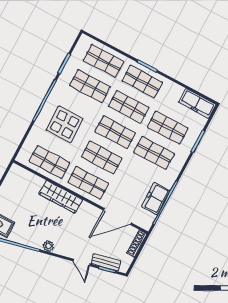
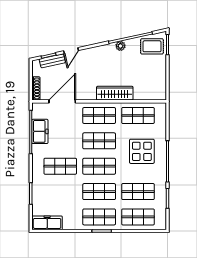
shop shelf: (168, 128) -> (60, 192), removed
plant: (48, 246) -> (120, 46), moved
door: (82, 262) -> (71, 51), swing flipped

